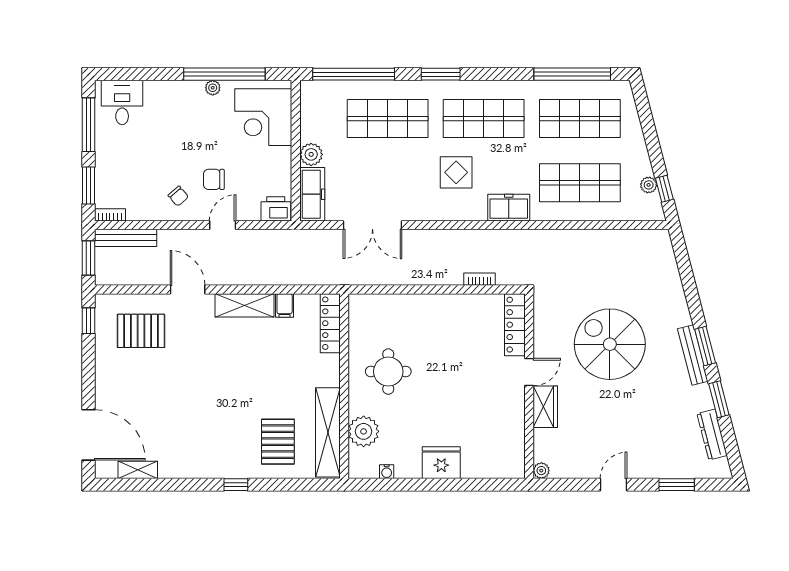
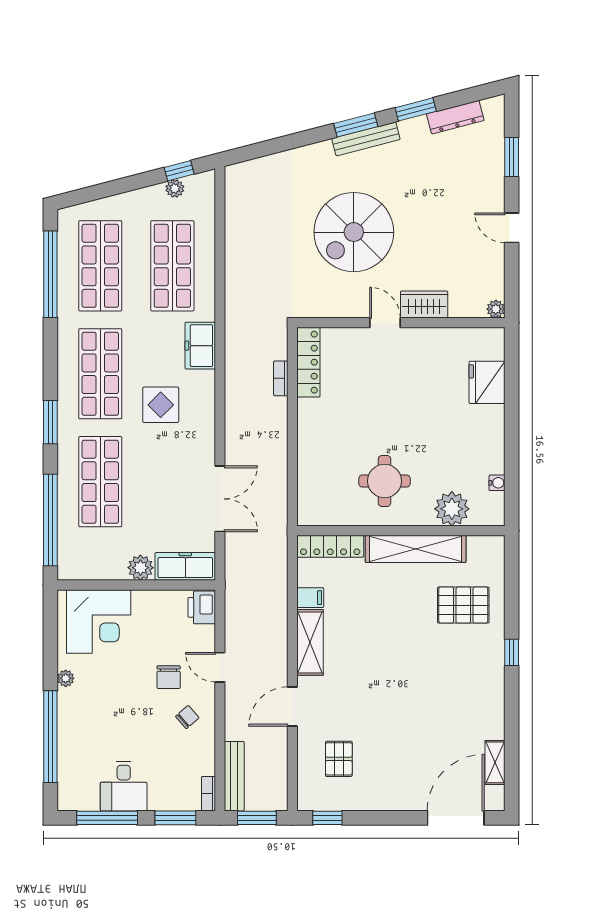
window: (224, 74) -> (50, 737), moved
desk: (122, 102) -> (124, 786), moved, turned -90
locker: (515, 325) -> (308, 362), moved, turned -90
pallet: (141, 331) -> (339, 759), width x0.67, depth x0.71
shelving: (328, 432) -> (416, 549), moved
fridge: (441, 463) -> (487, 382), moved

